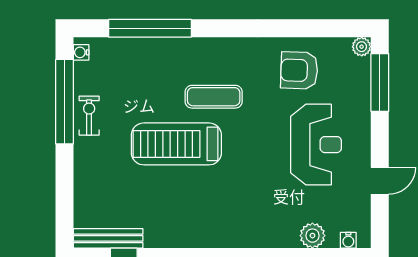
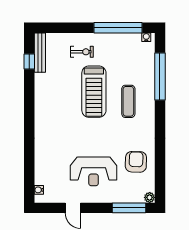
exercise mat: (214, 97) -> (128, 101), moved
exercise bike: (89, 116) -> (82, 52), moved
treadmill: (176, 144) -> (94, 92), turned 180
plant: (312, 236) -> (42, 169), removed

